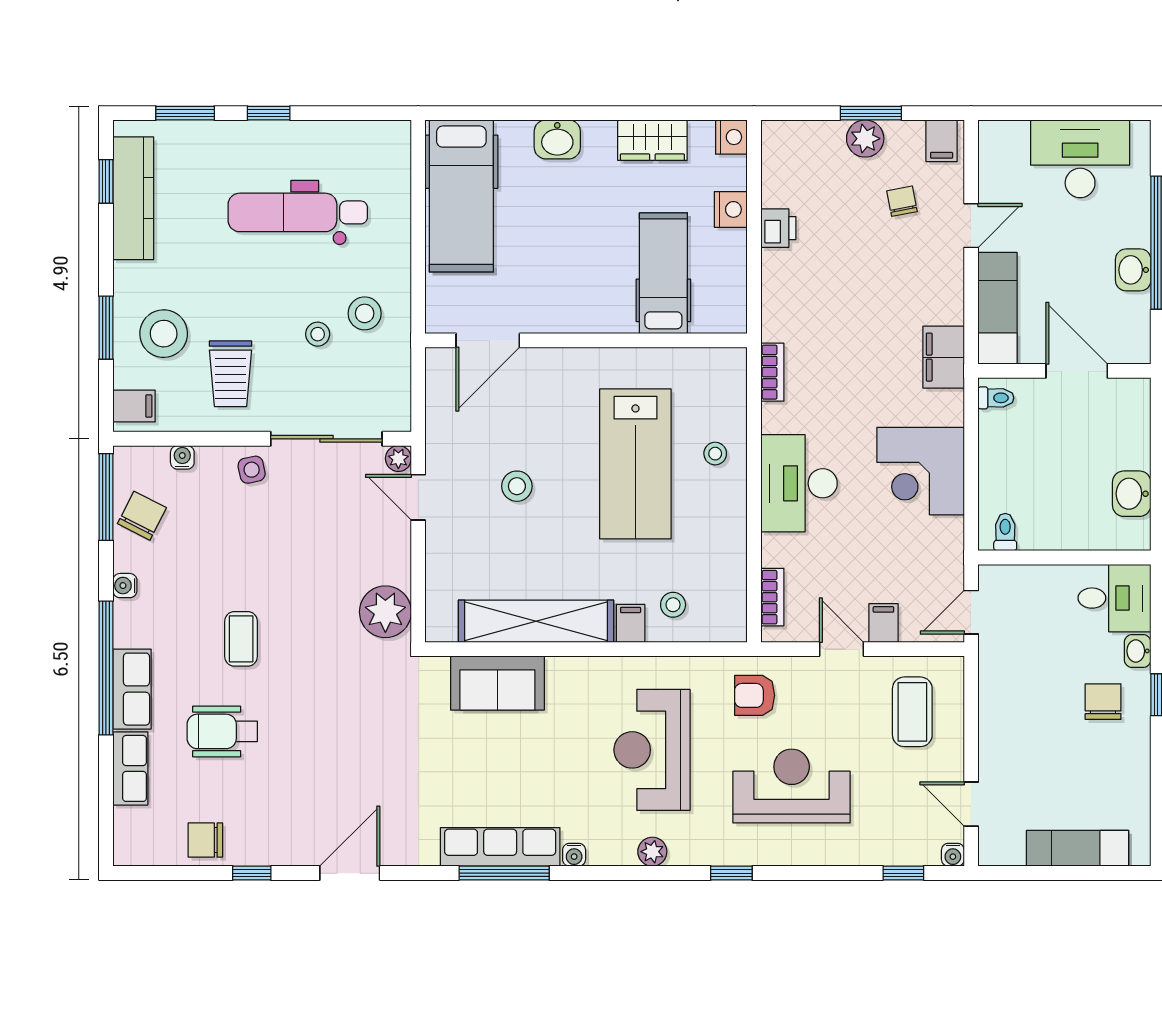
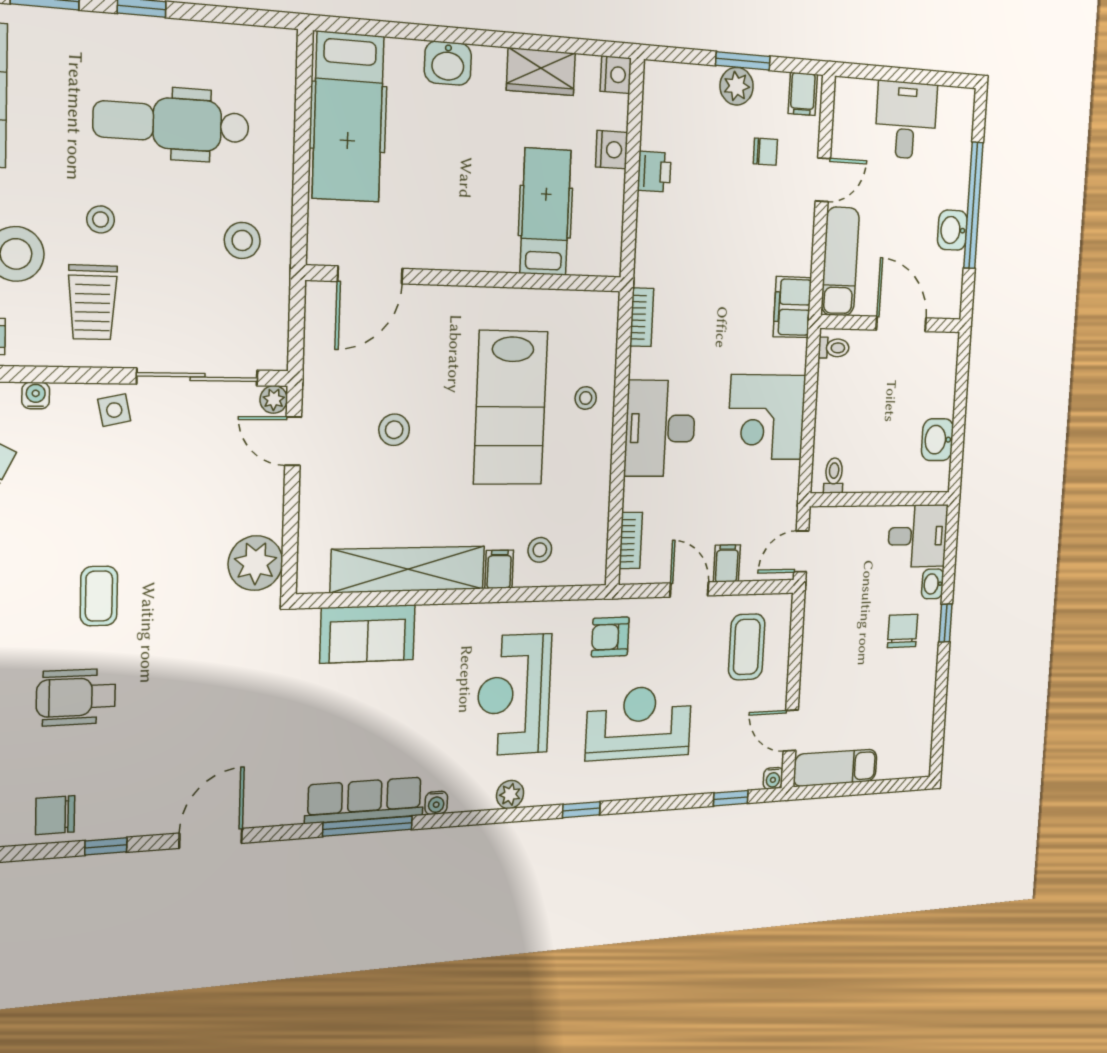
desk: (1080, 159) -> (906, 120), width x0.73
chair: (902, 201) -> (765, 152), turned 101
stool: (318, 334) -> (101, 219), moved
exam couch: (1077, 848) -> (835, 768), moved

